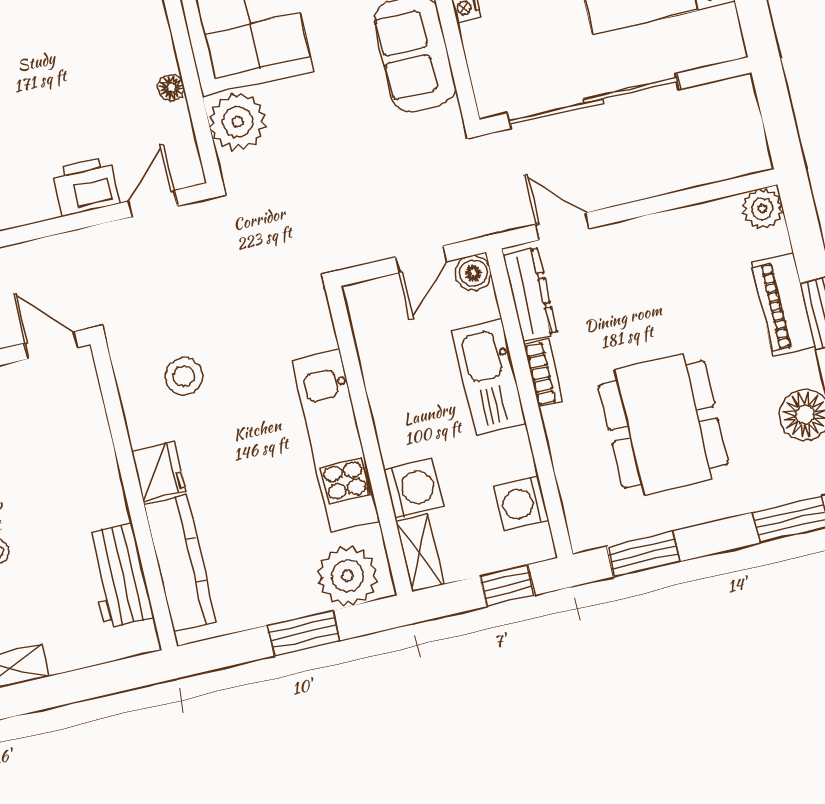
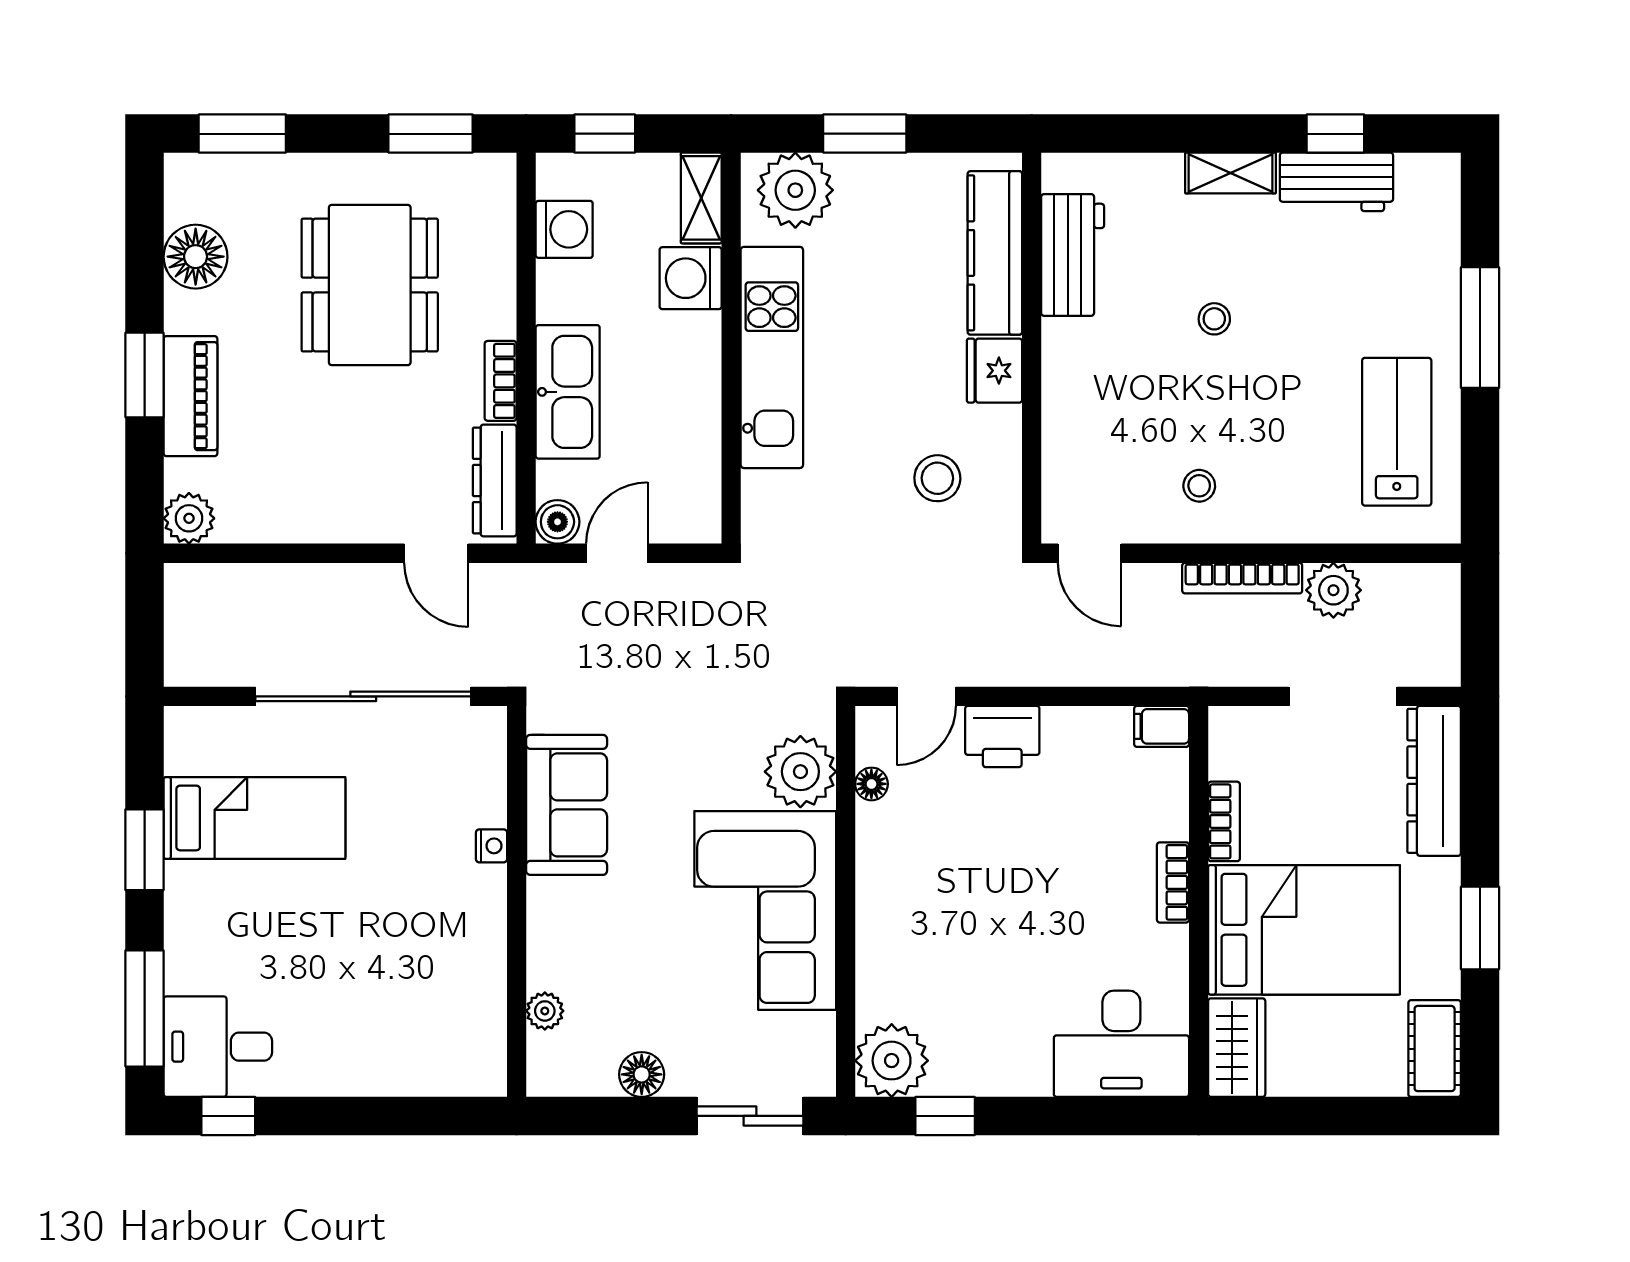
floor lamp: (171, 88) -> (871, 784), moved

